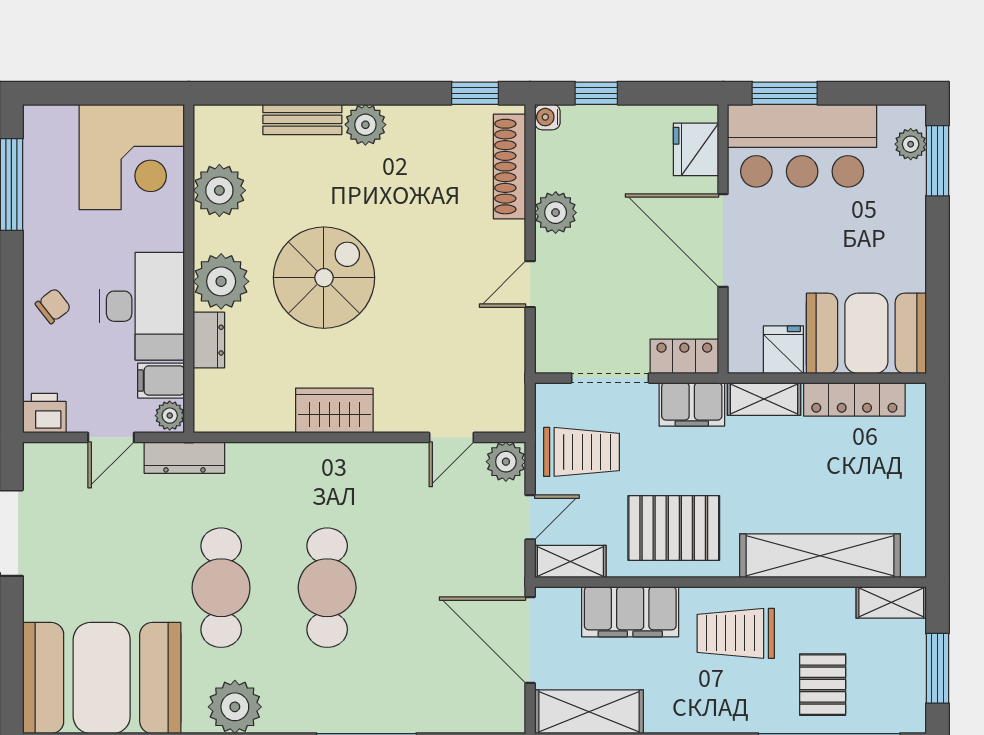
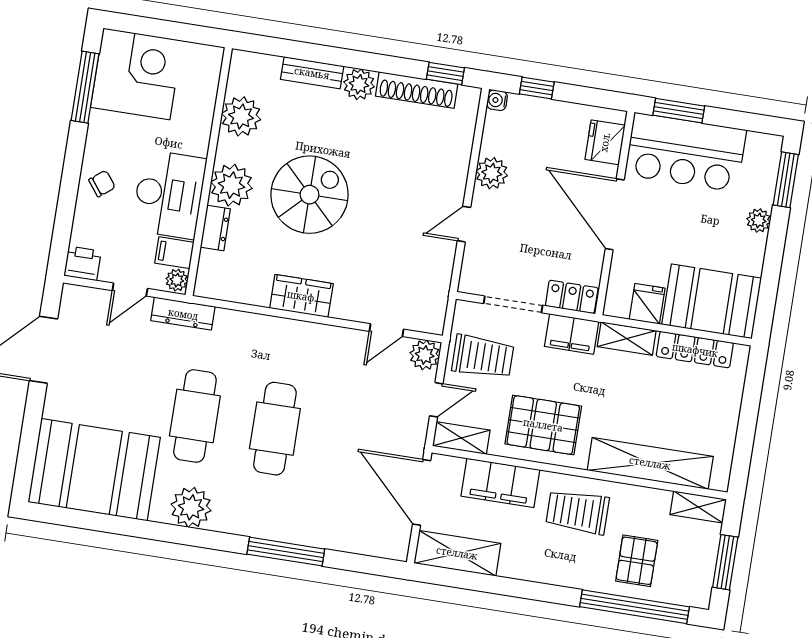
plant: (911, 144) -> (759, 220), moved
corner desk: (132, 157) -> (136, 74), moved, turned -90
shoe rack: (510, 167) -> (417, 90), moved, turned -90

